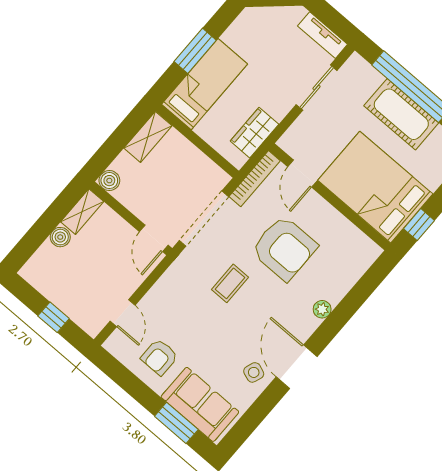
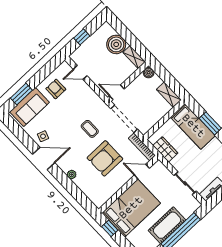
boiler: (60, 237) -> (116, 44), width x1.86, depth x1.86

